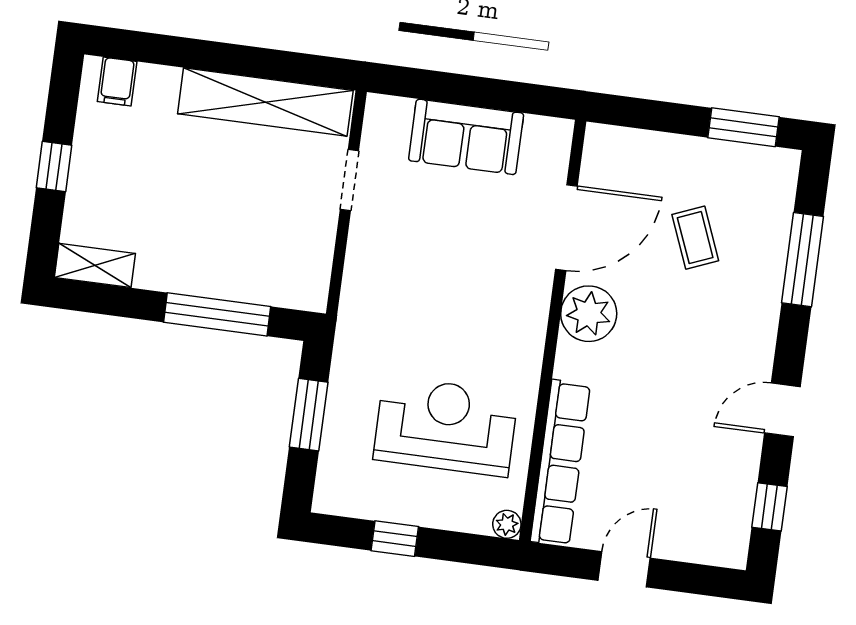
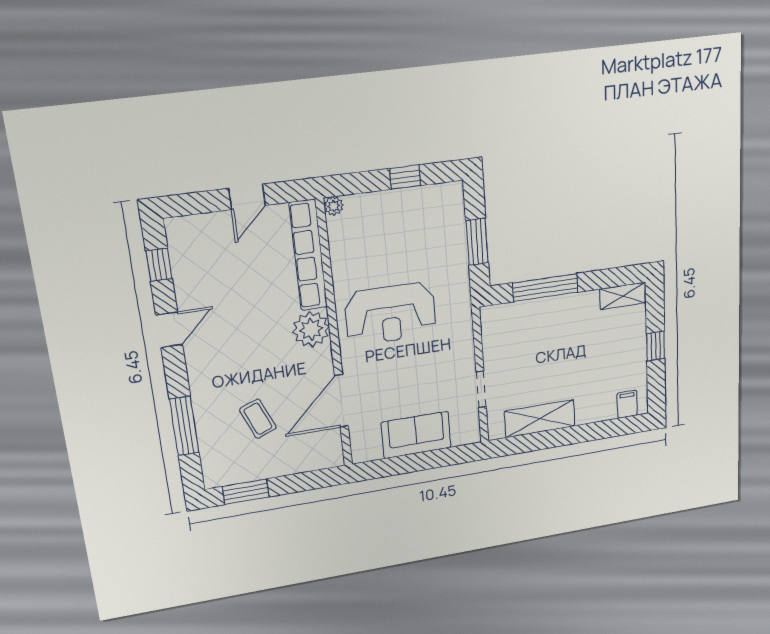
shelving: (265, 102) -> (540, 419), width x0.68
plant: (589, 314) -> (311, 329), moved
reception desk: (446, 426) -> (390, 314), moved

